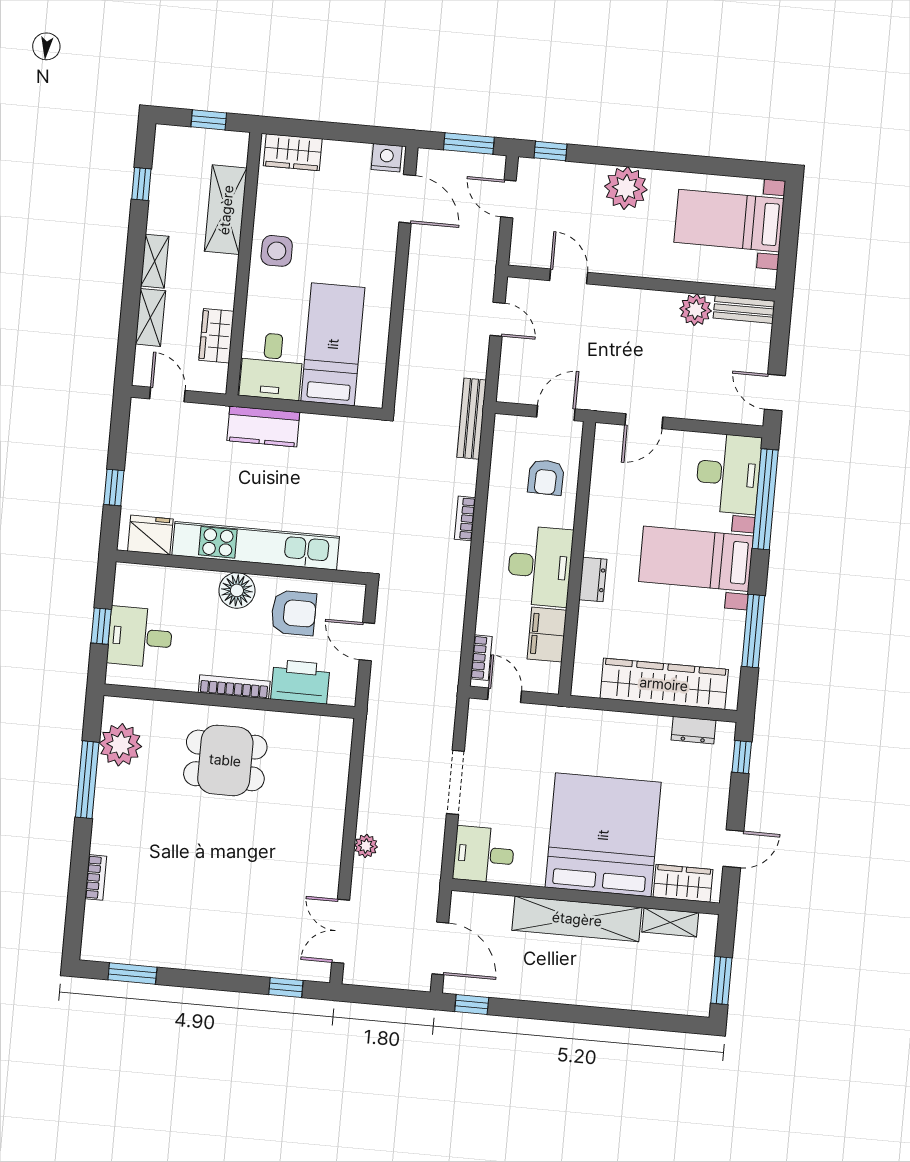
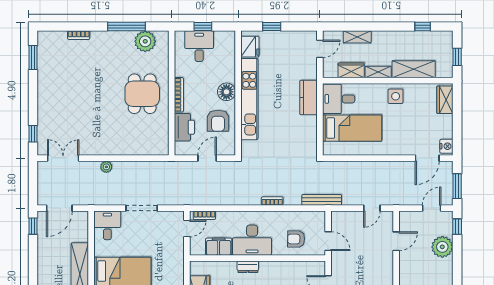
plant: (626, 188) -> (442, 247), moved
shelving: (155, 261) -> (378, 72), moved

